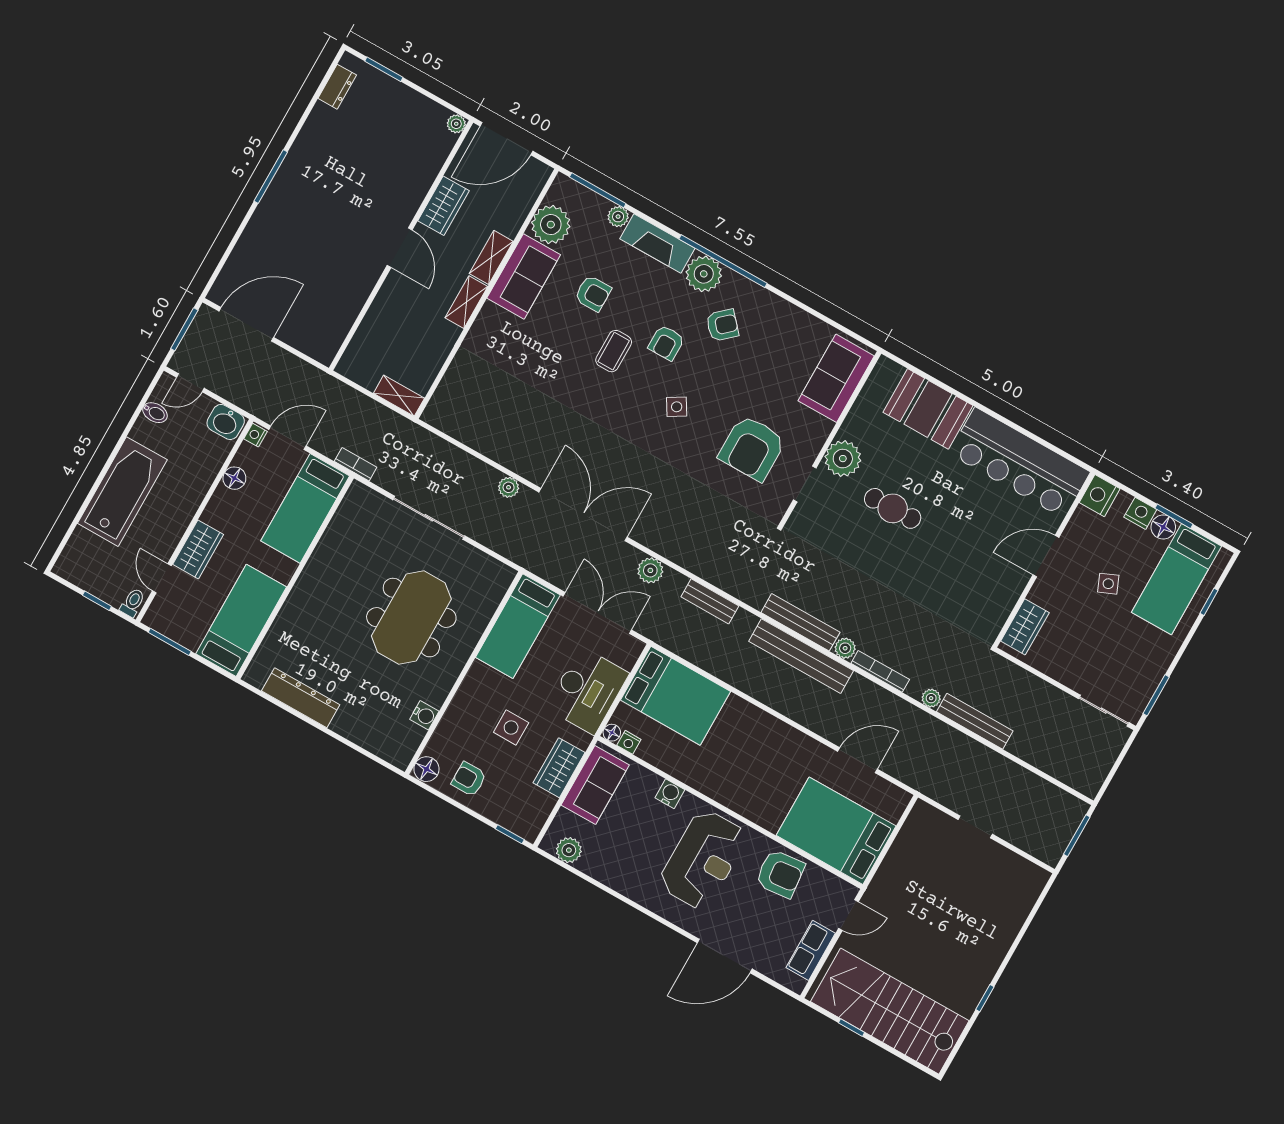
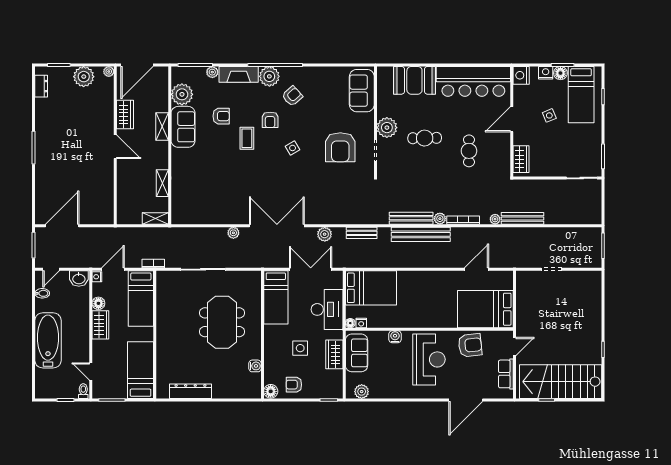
plant: (413, 110) -> (84, 77), added
shelving: (466, 302) -> (162, 183), moved
wardrobe: (198, 549) -> (100, 325), moved
cafe table: (951, 568) -> (469, 151), added

